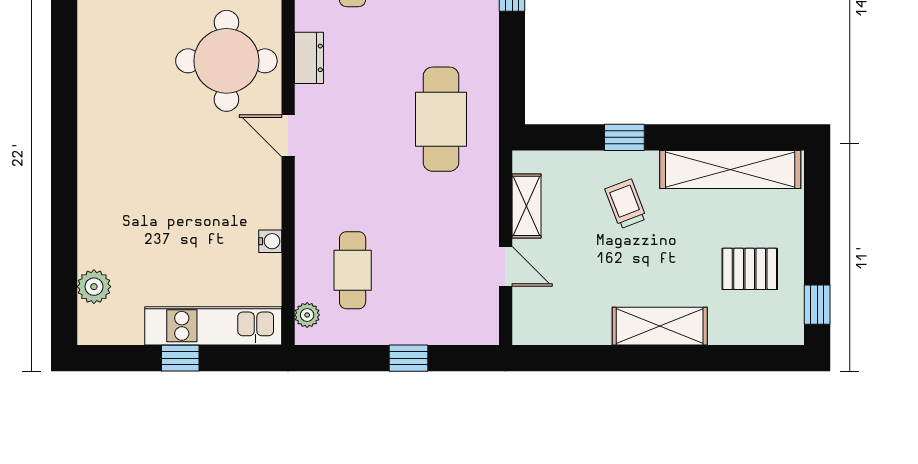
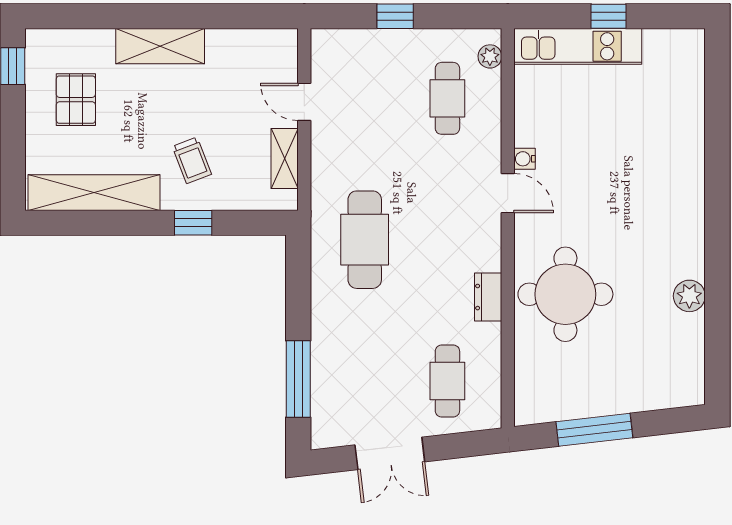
door: (288, 136) -> (508, 193), moved
water cooler: (270, 241) -> (524, 159), moved
pallet: (750, 269) -> (76, 100), turned 90
plant: (94, 287) -> (689, 296), moved

